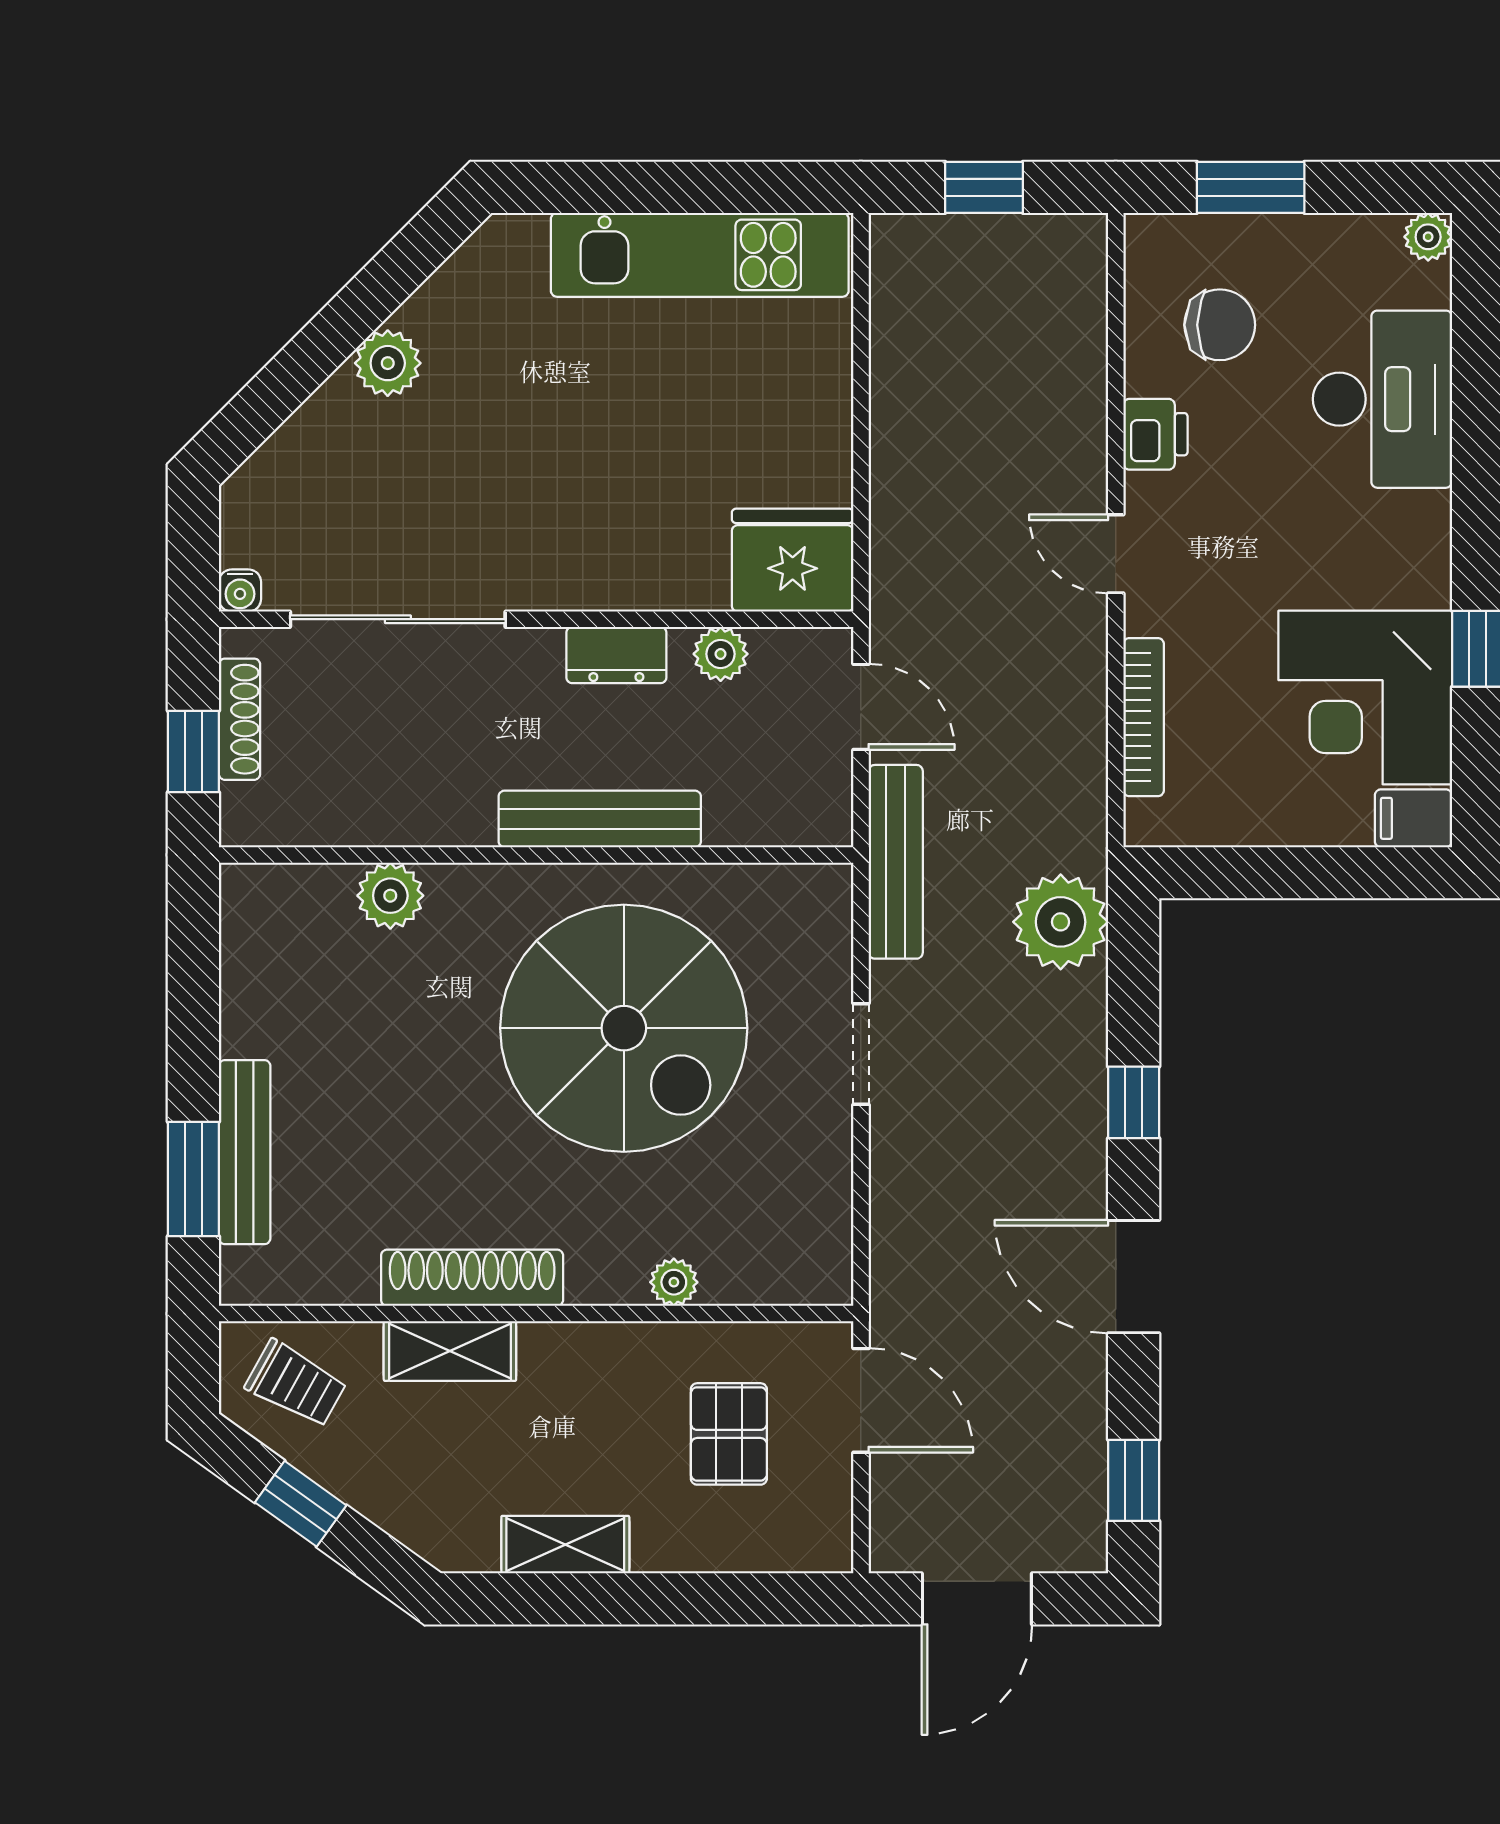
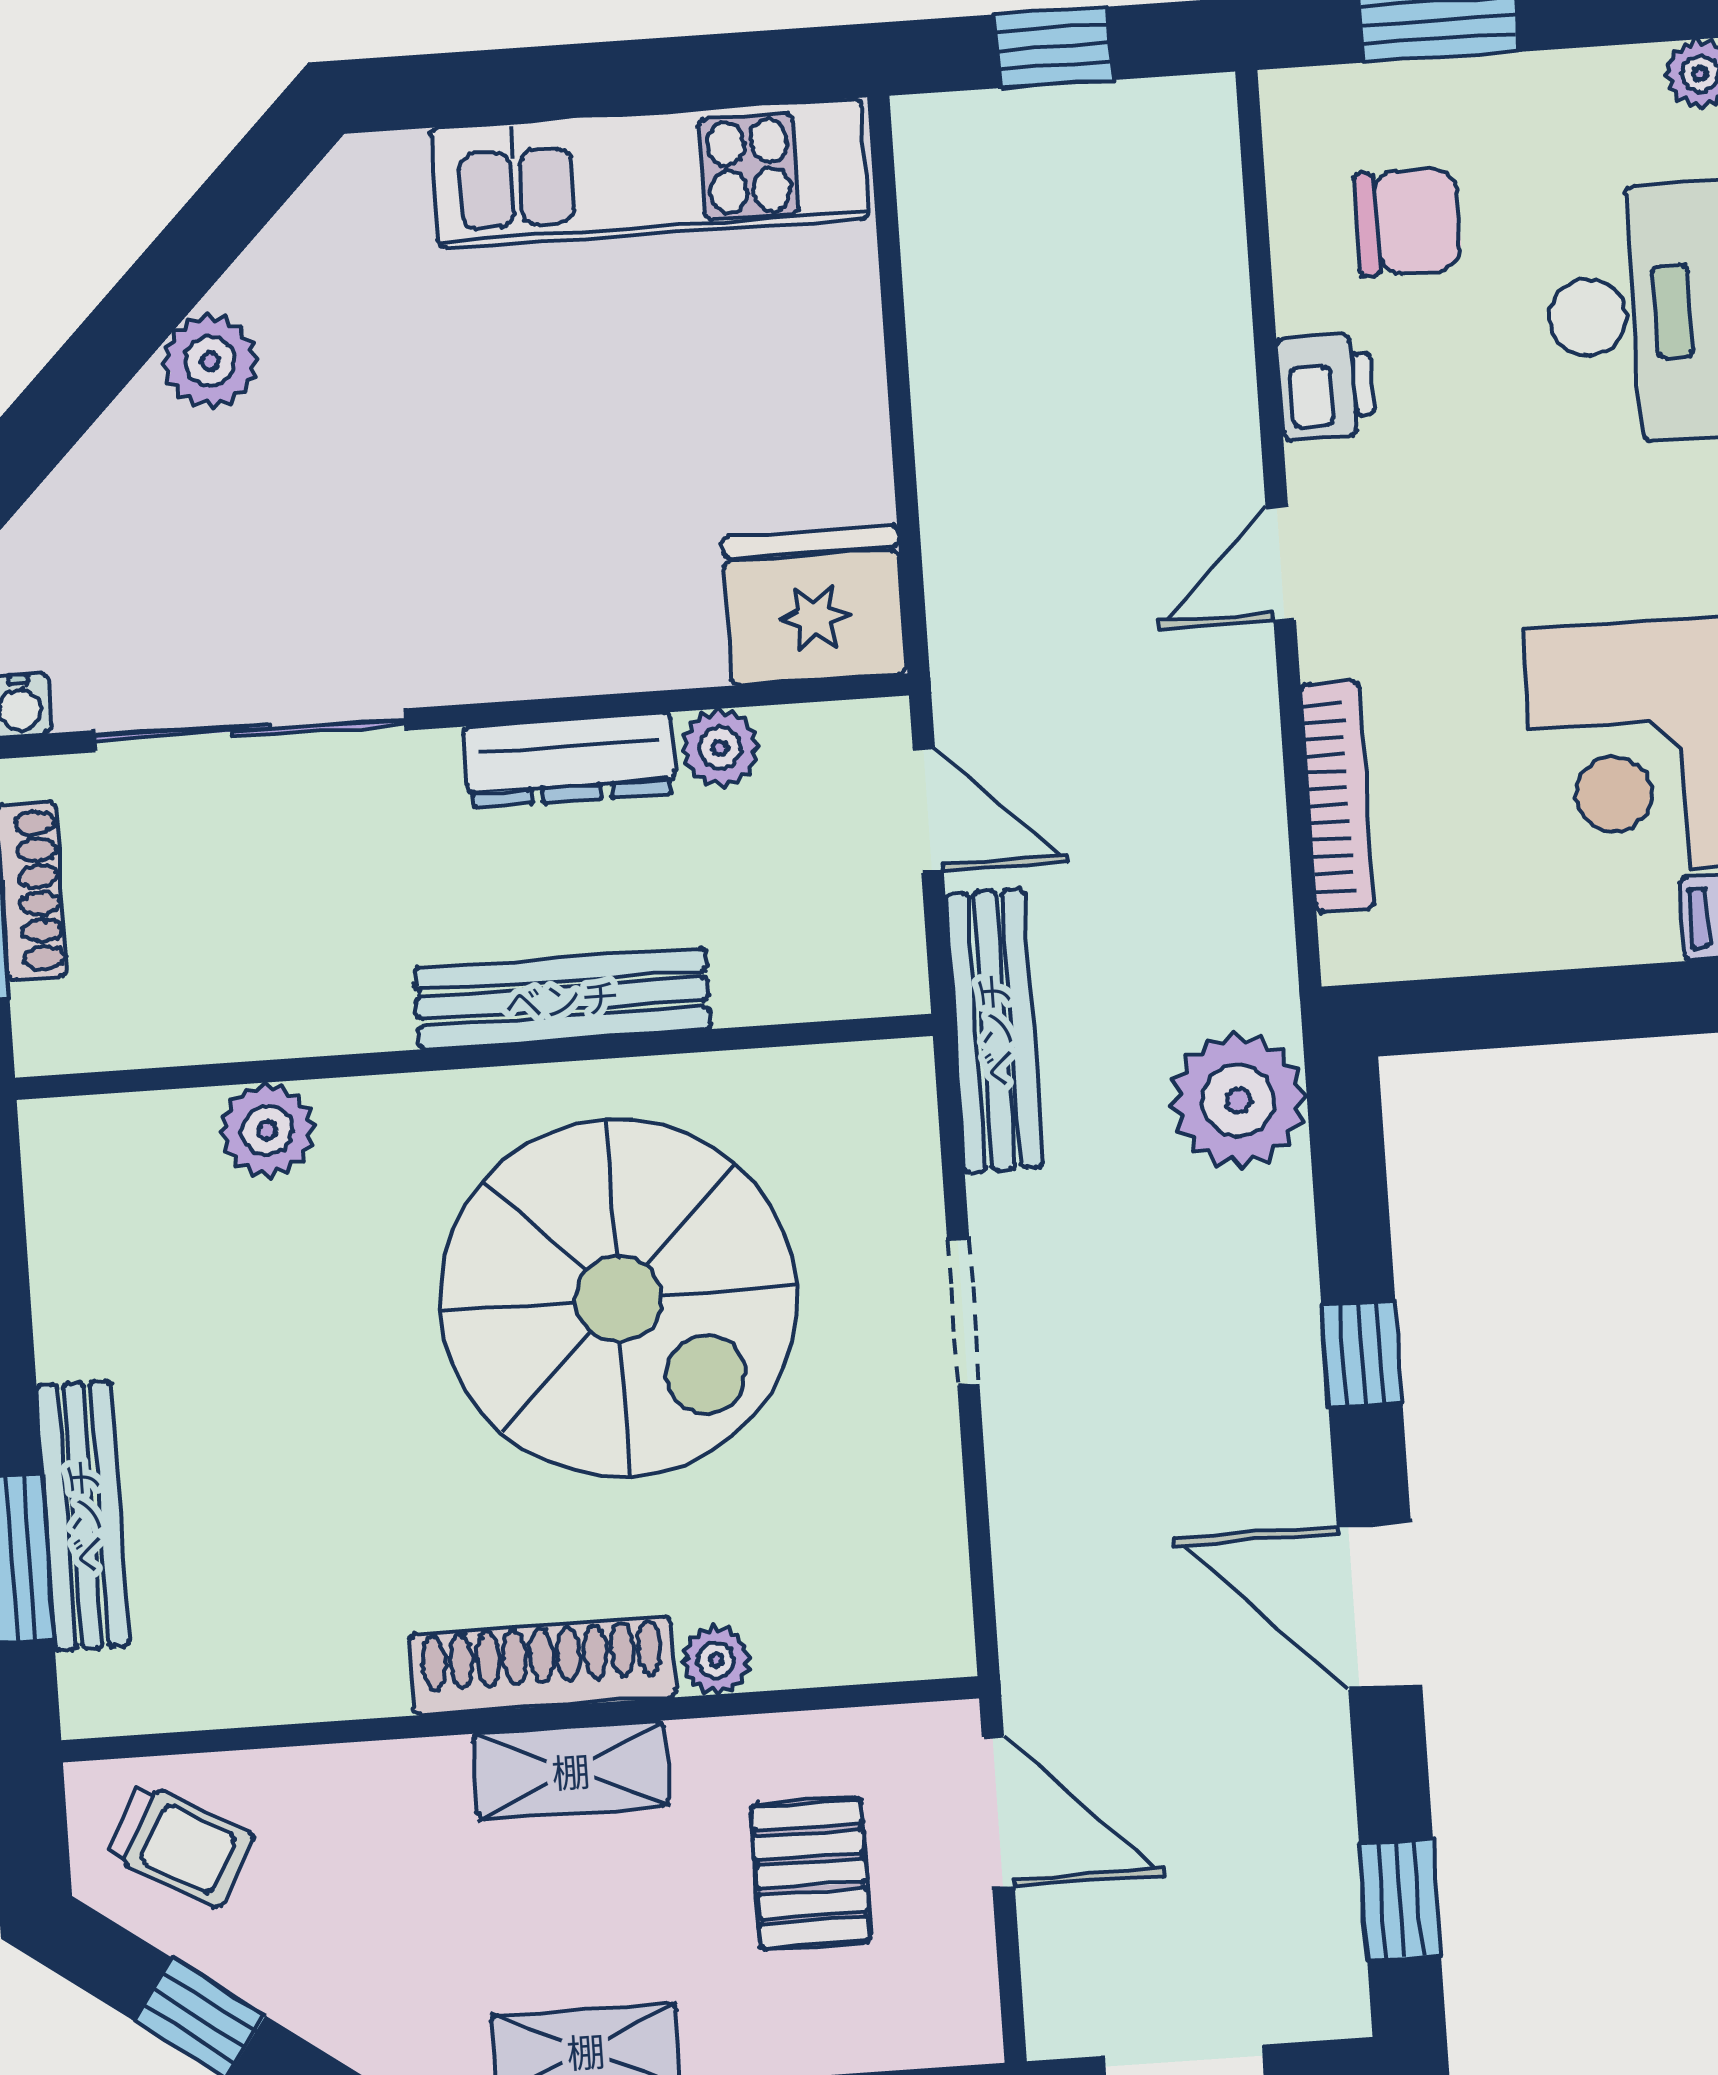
door: (1116, 554) -> (1281, 563), hinge flipped
dresser: (616, 655) -> (570, 760), width x1.44
shoe rack: (472, 1278) -> (542, 1666), moved
shelving: (450, 1351) -> (571, 1770), moved

